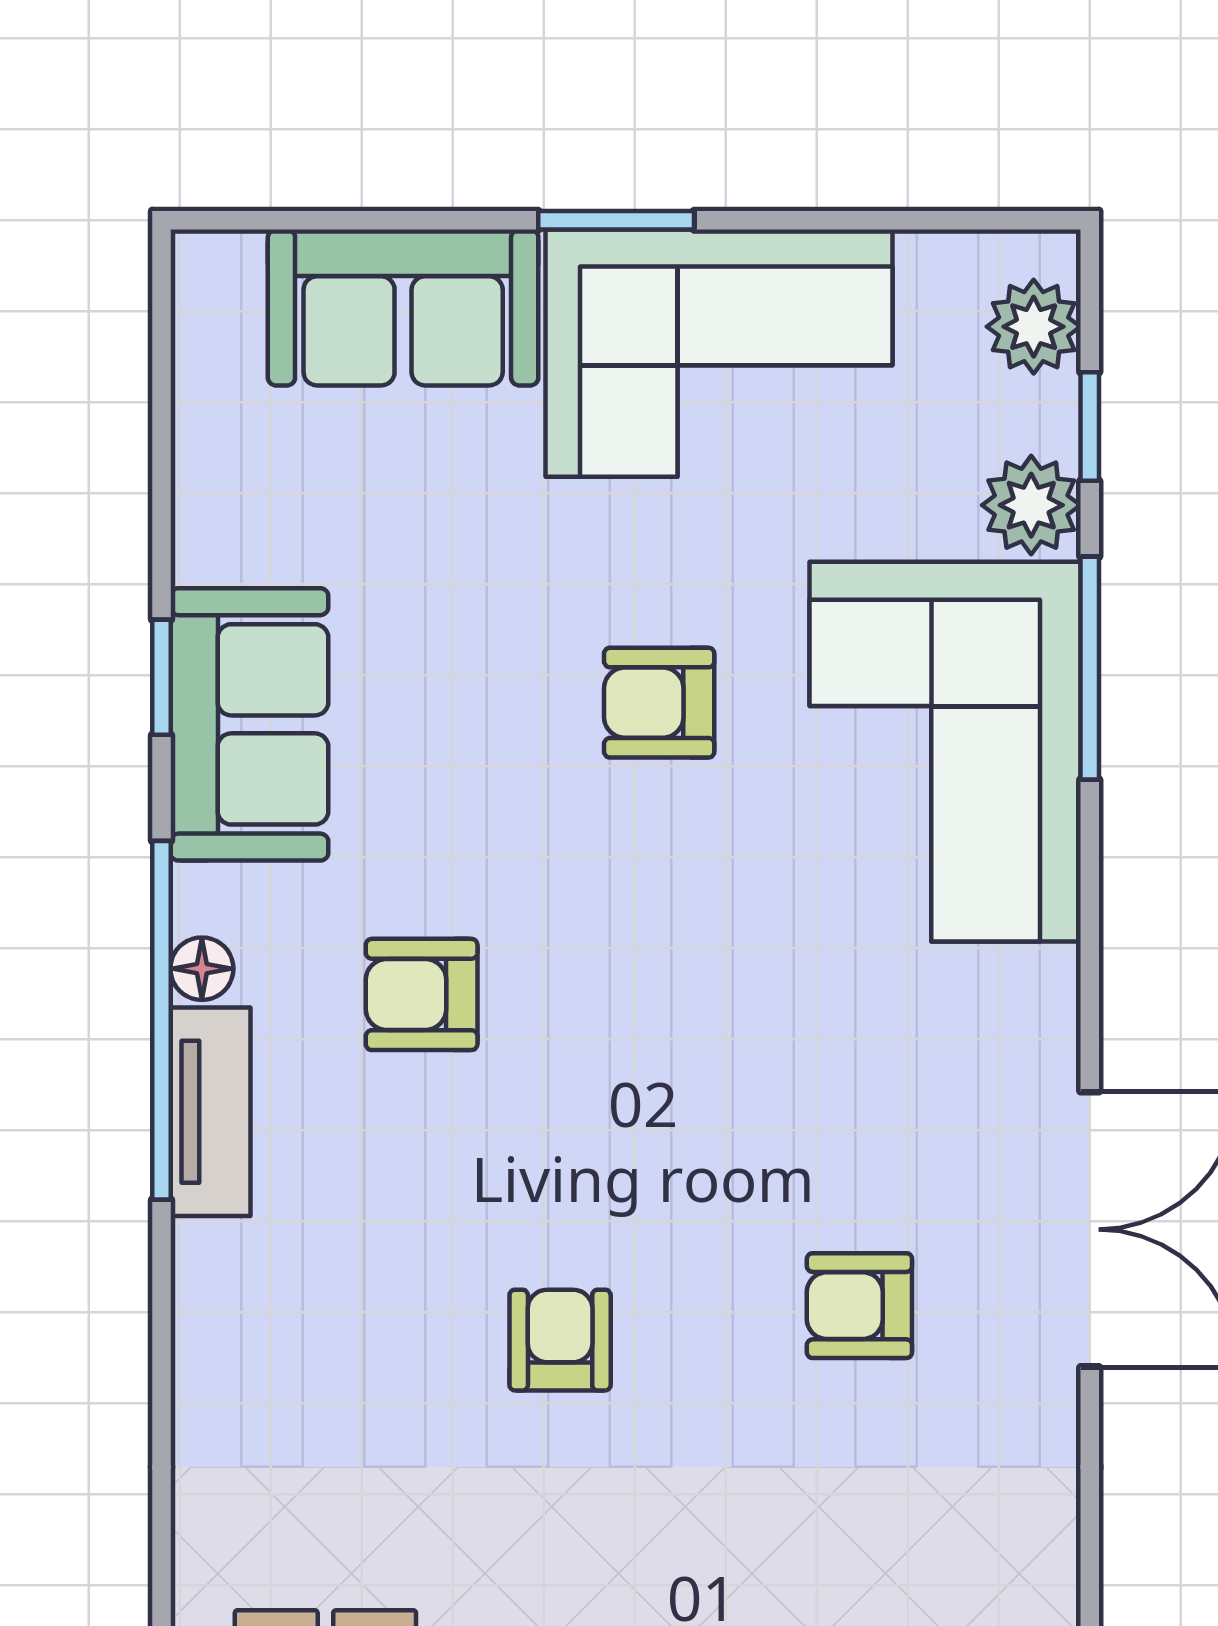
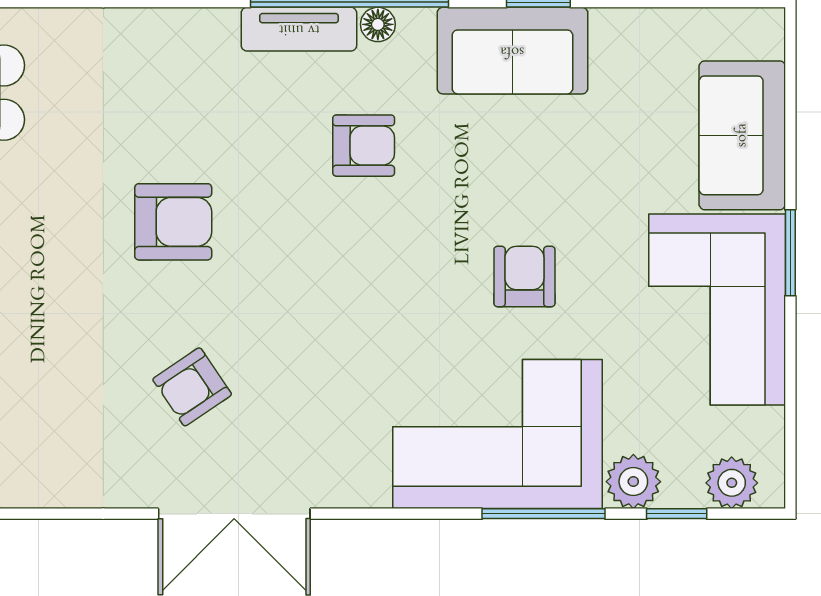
armchair: (422, 994) -> (364, 146), turned 90
armchair: (859, 1306) -> (192, 387), turned -124
armchair: (560, 1340) -> (173, 222), width x1.38, depth x1.38

